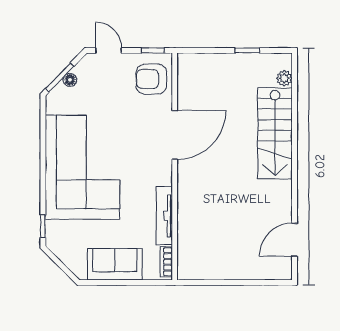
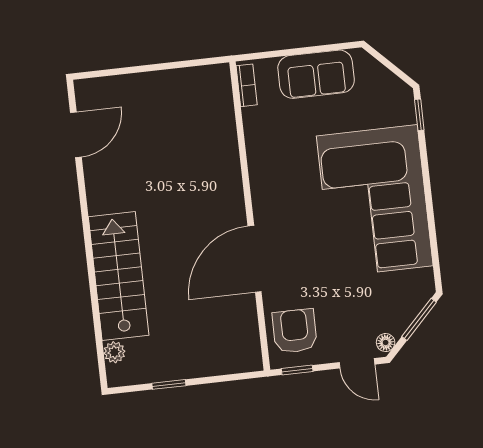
armchair: (151, 79) -> (295, 331), turned -90
floor lamp: (70, 80) -> (386, 343), moved
tv unit: (164, 216) -> (256, 147), removed

